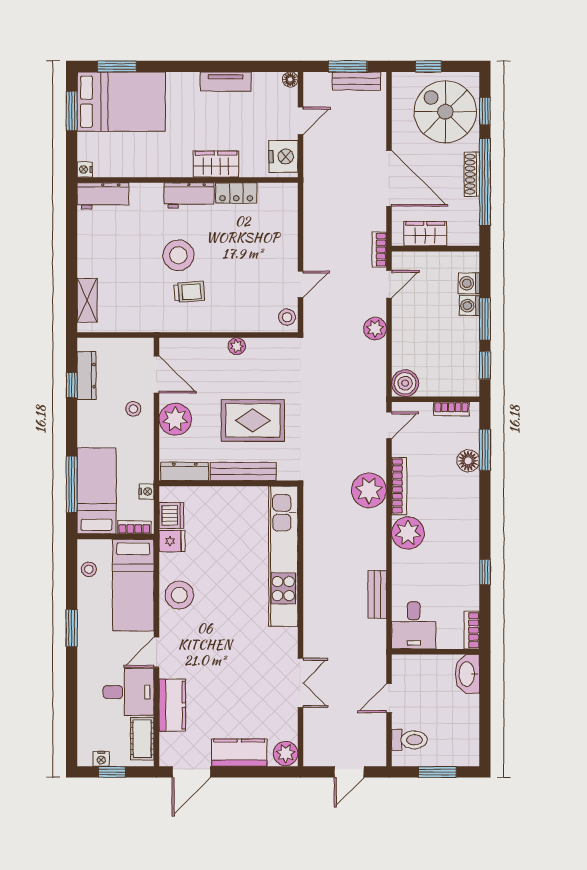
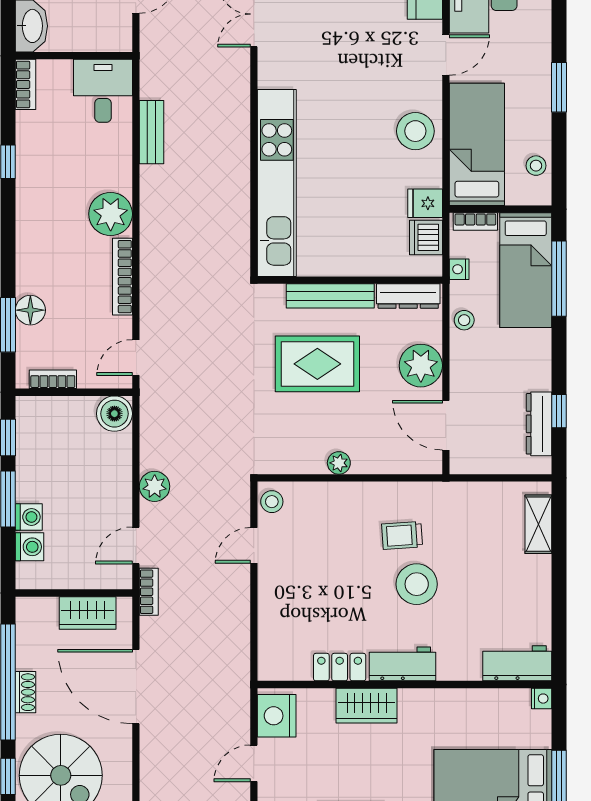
shoe rack: (472, 174) -> (25, 692), width x0.70
stool: (133, 409) -> (464, 320), moved
plant: (369, 490) -> (163, 271), removed

